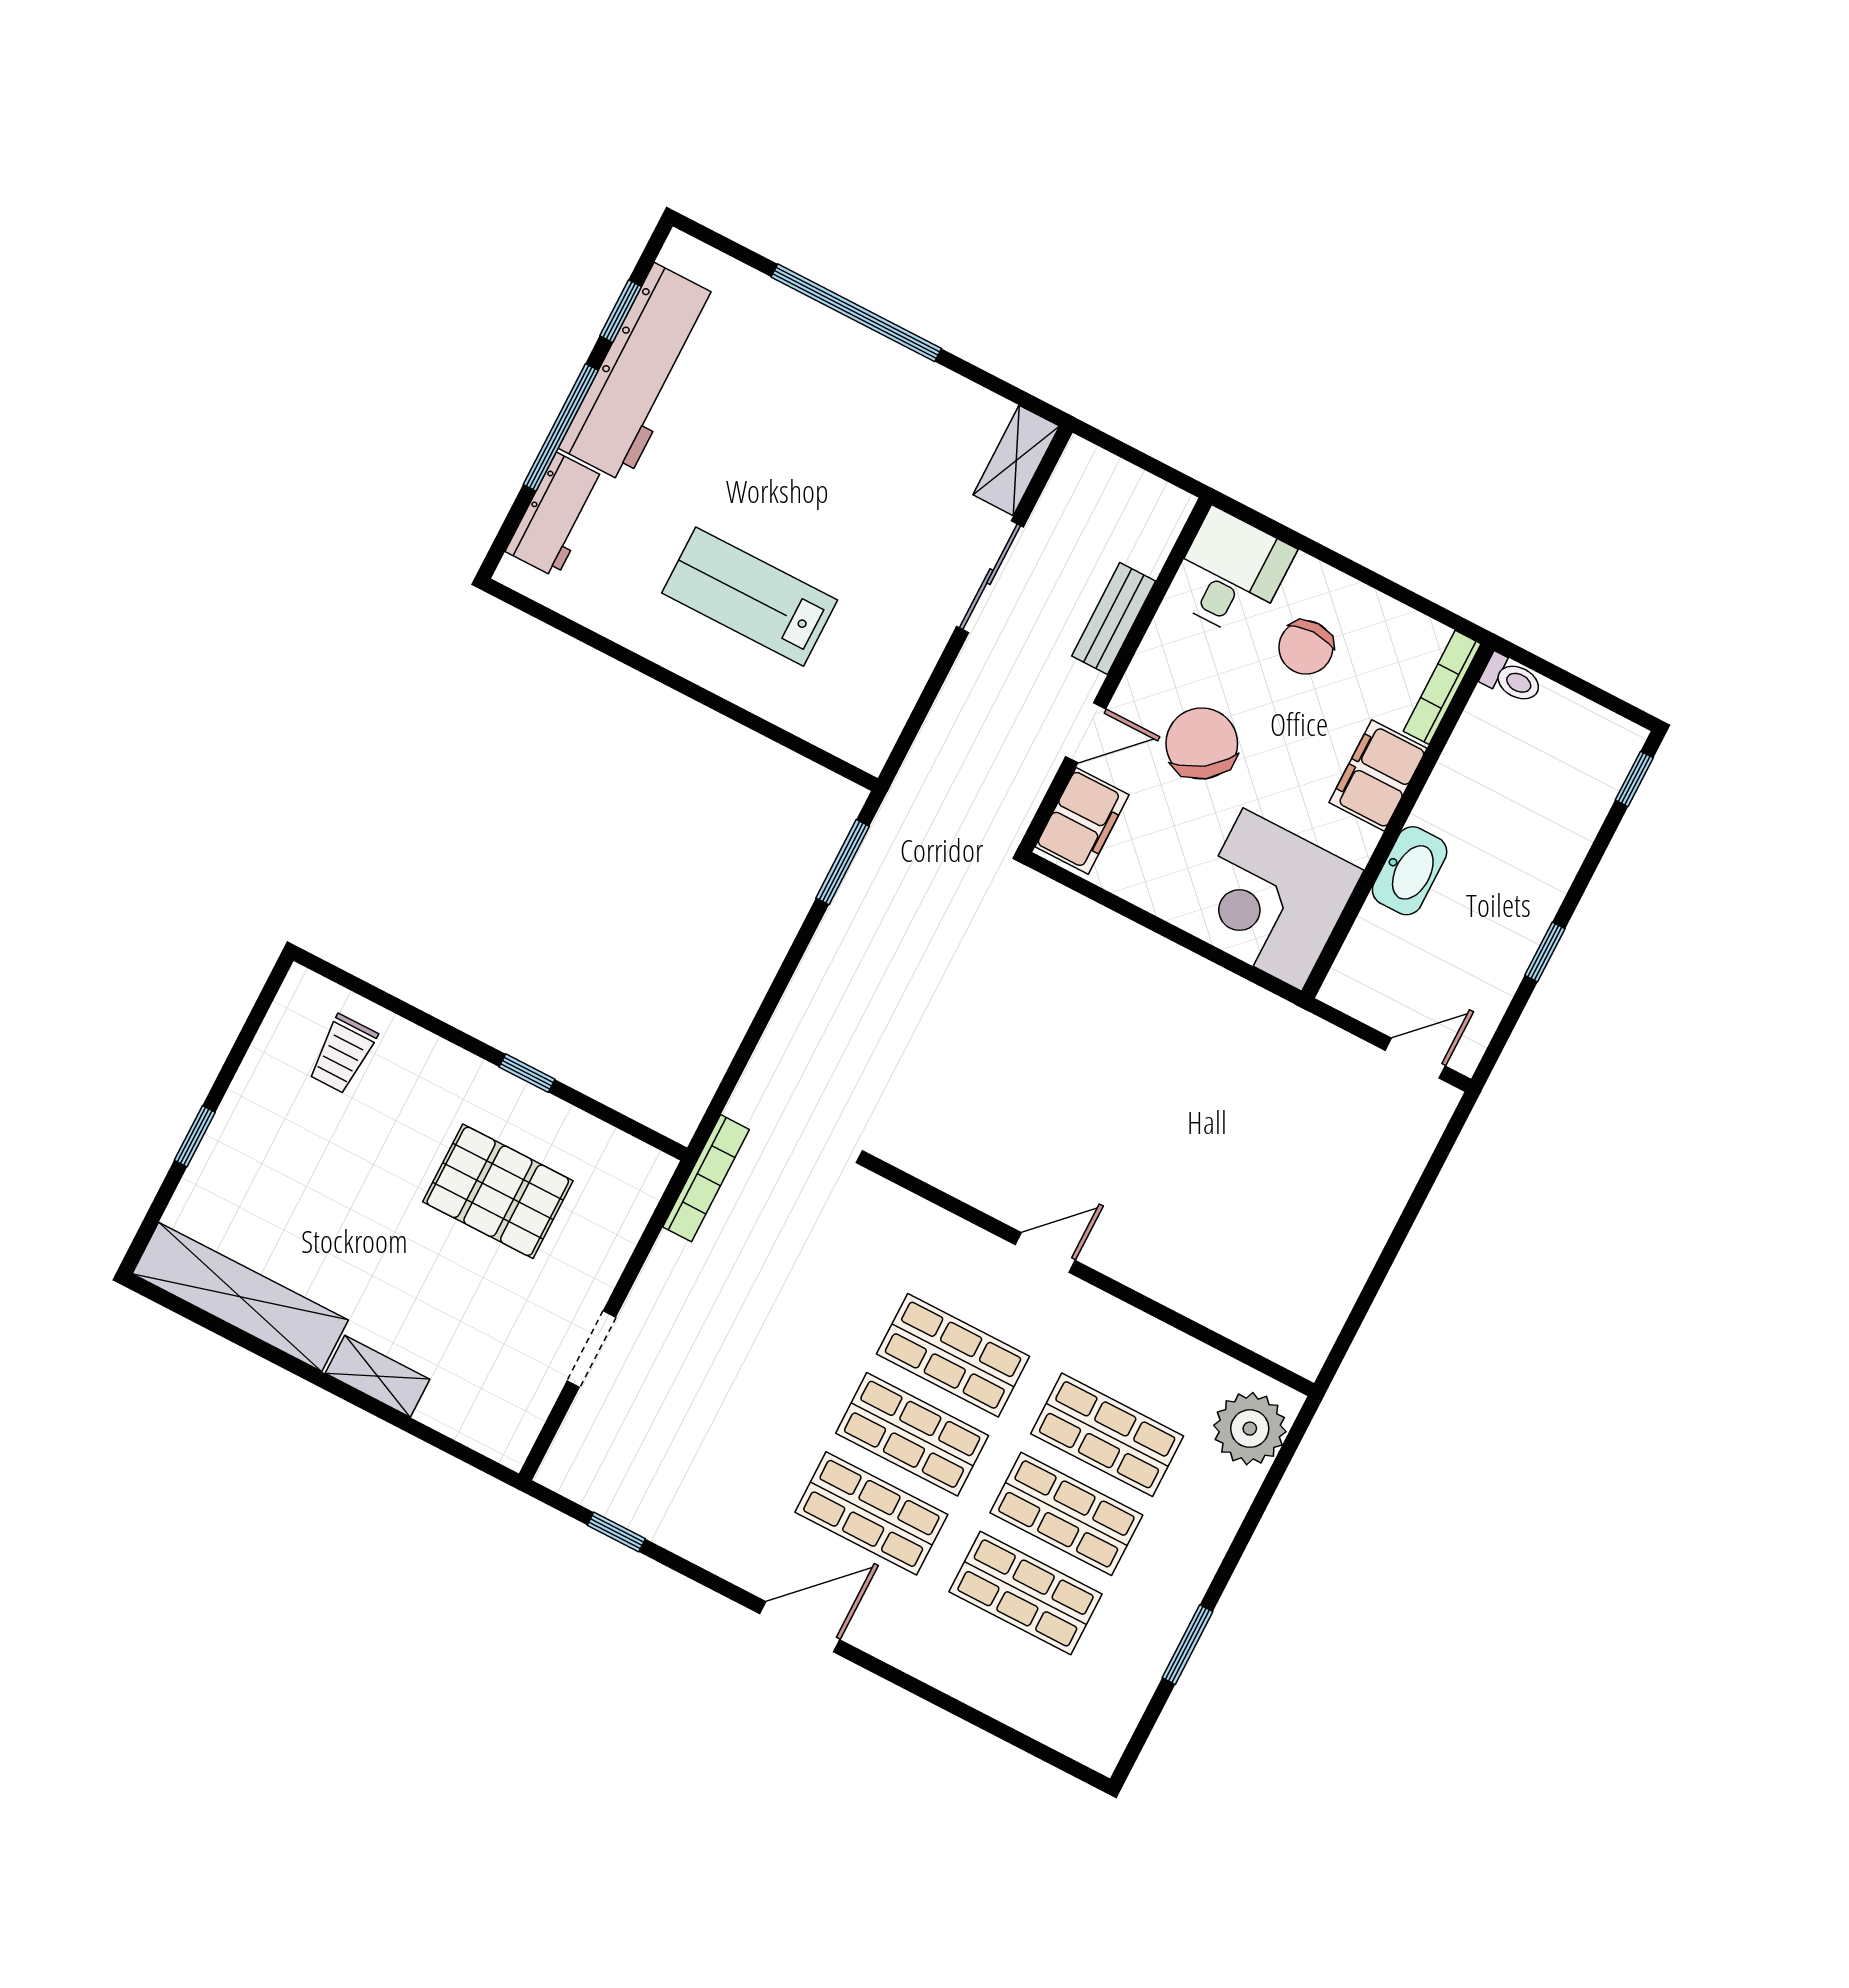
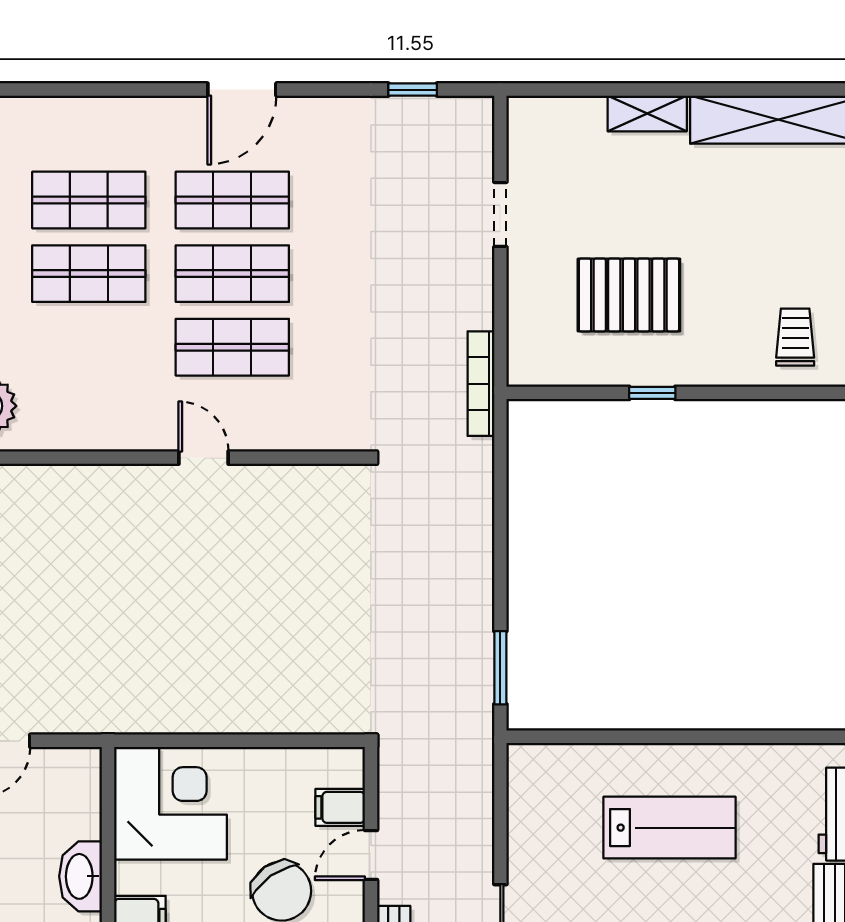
filing cabinet: (1082, 821) -> (340, 807), width x0.50
door: (1045, 1252) -> (204, 458), swing flipped
shop shelf: (1107, 1435) -> (89, 347), removed

